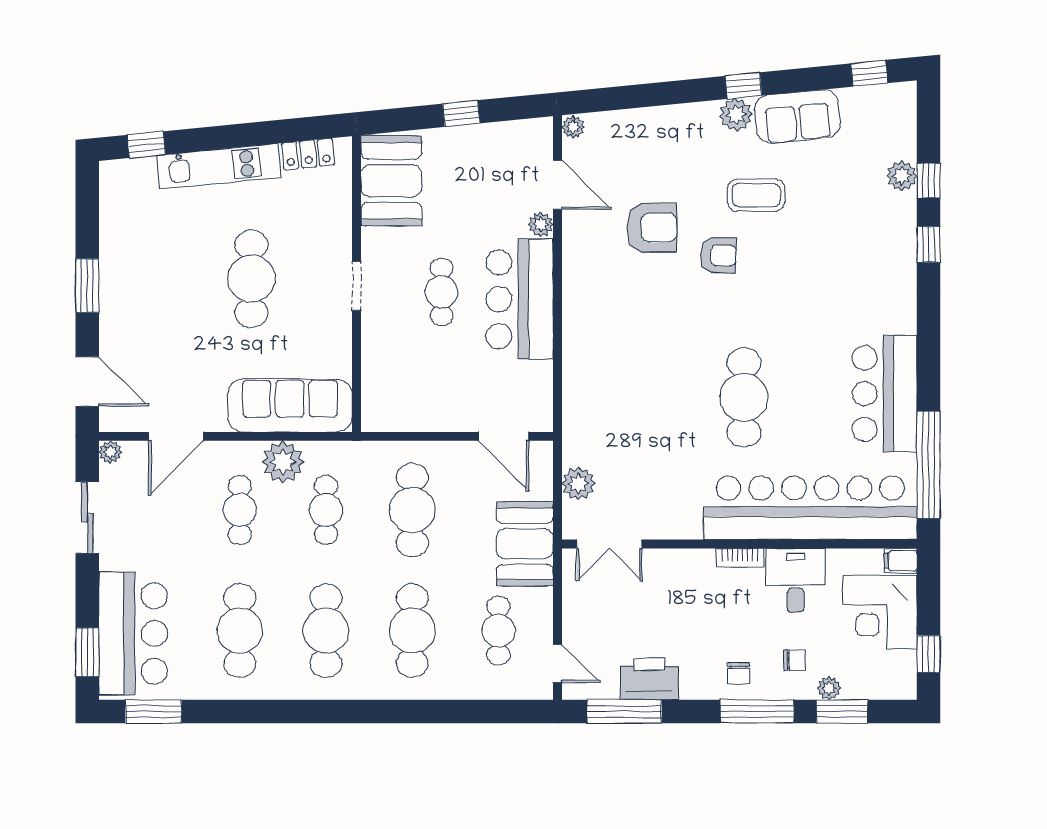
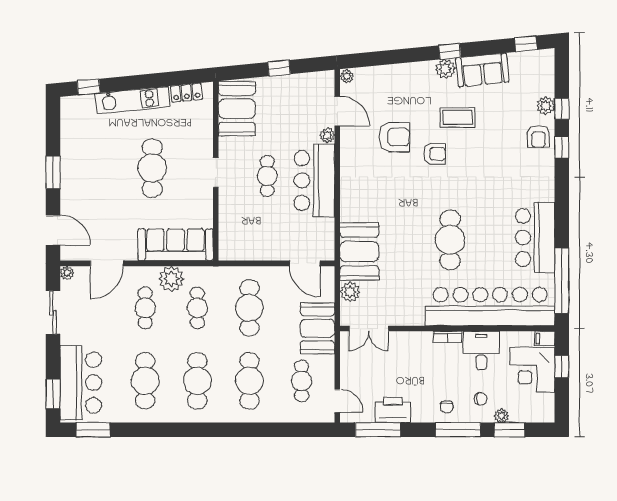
armchair: (890, 227) -> (539, 136), added
booth: (594, 417) -> (359, 252), added
window: (929, 654) -> (562, 367), moved

